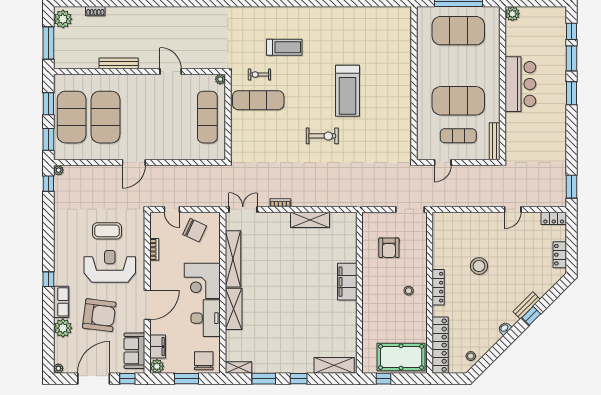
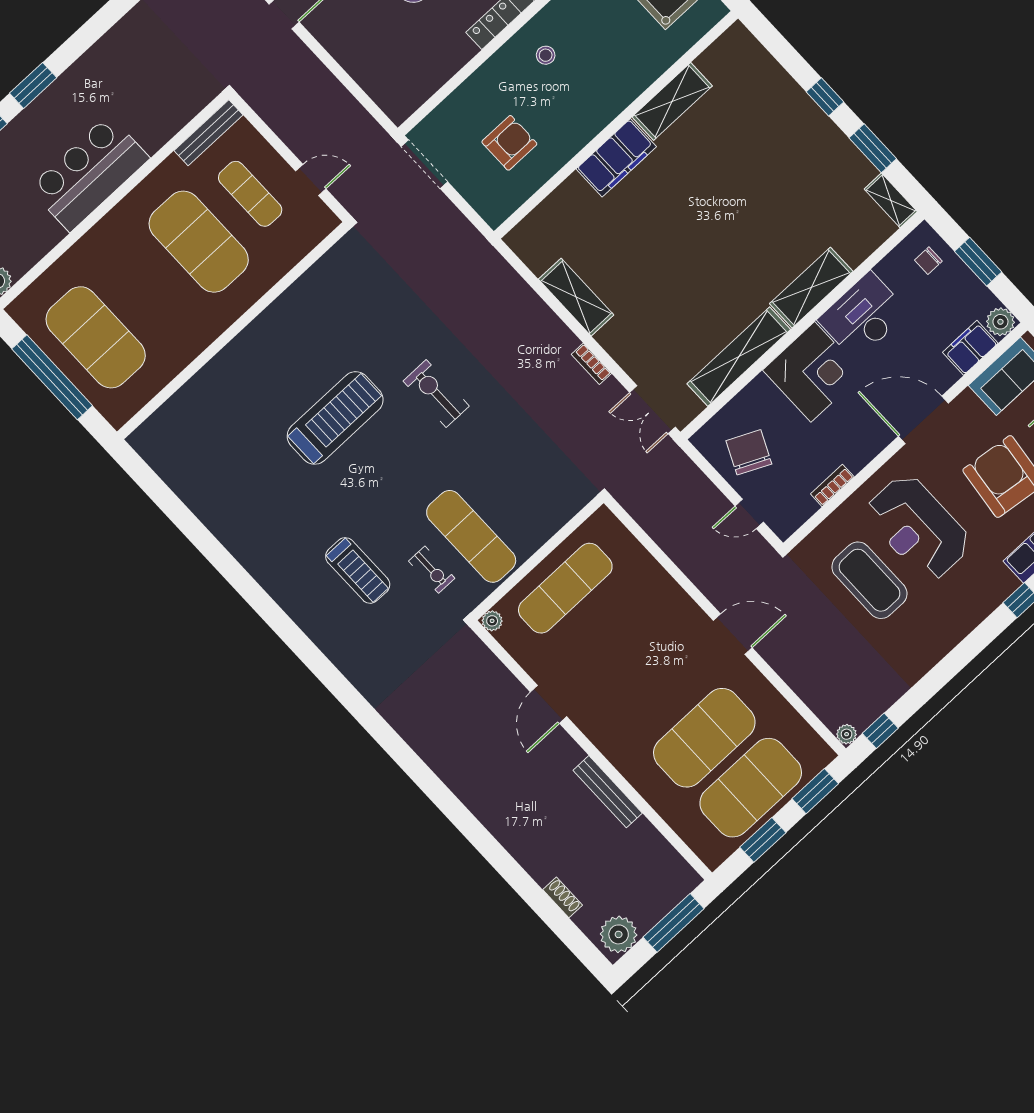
treadmill: (284, 47) -> (358, 570), turned 180
door: (172, 209) -> (749, 514), swing flipped
coffee table: (107, 231) -> (869, 580), width x1.36, depth x1.32
chair: (204, 361) -> (928, 261), width x0.54, depth x0.54
shelving: (334, 365) -> (672, 101), moved, turned 90

